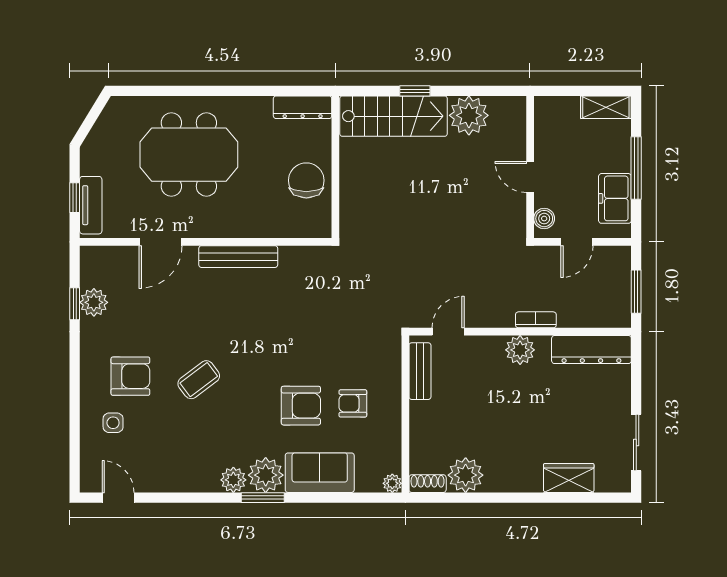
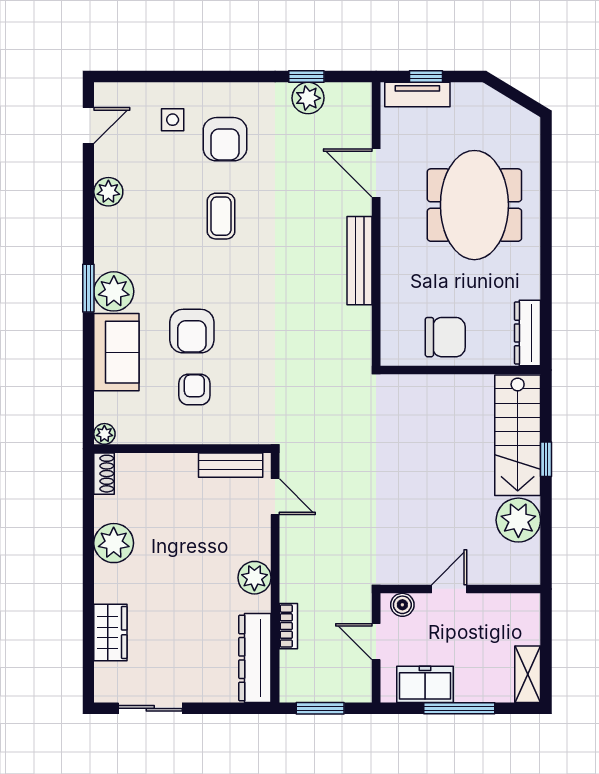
bookcase: (536, 320) -> (288, 626), moved
coffee table: (199, 380) -> (221, 216), turned 37
plant: (466, 475) -> (114, 543), moved
plant: (233, 480) -> (108, 192), moved

